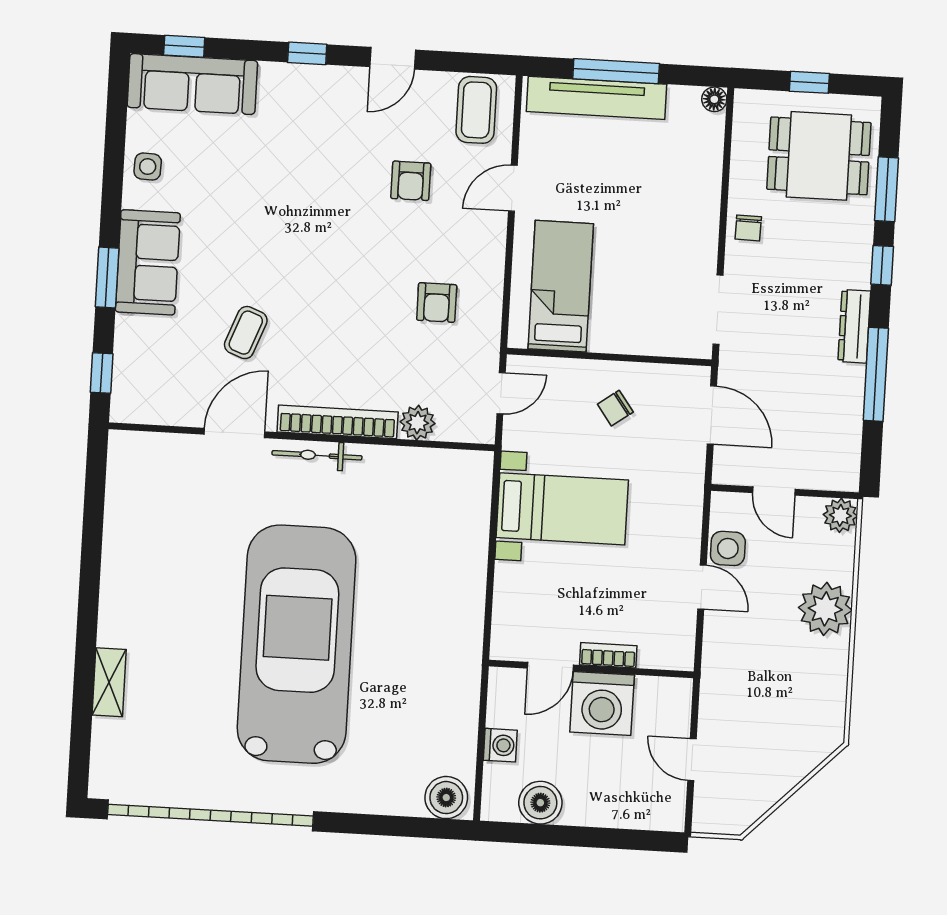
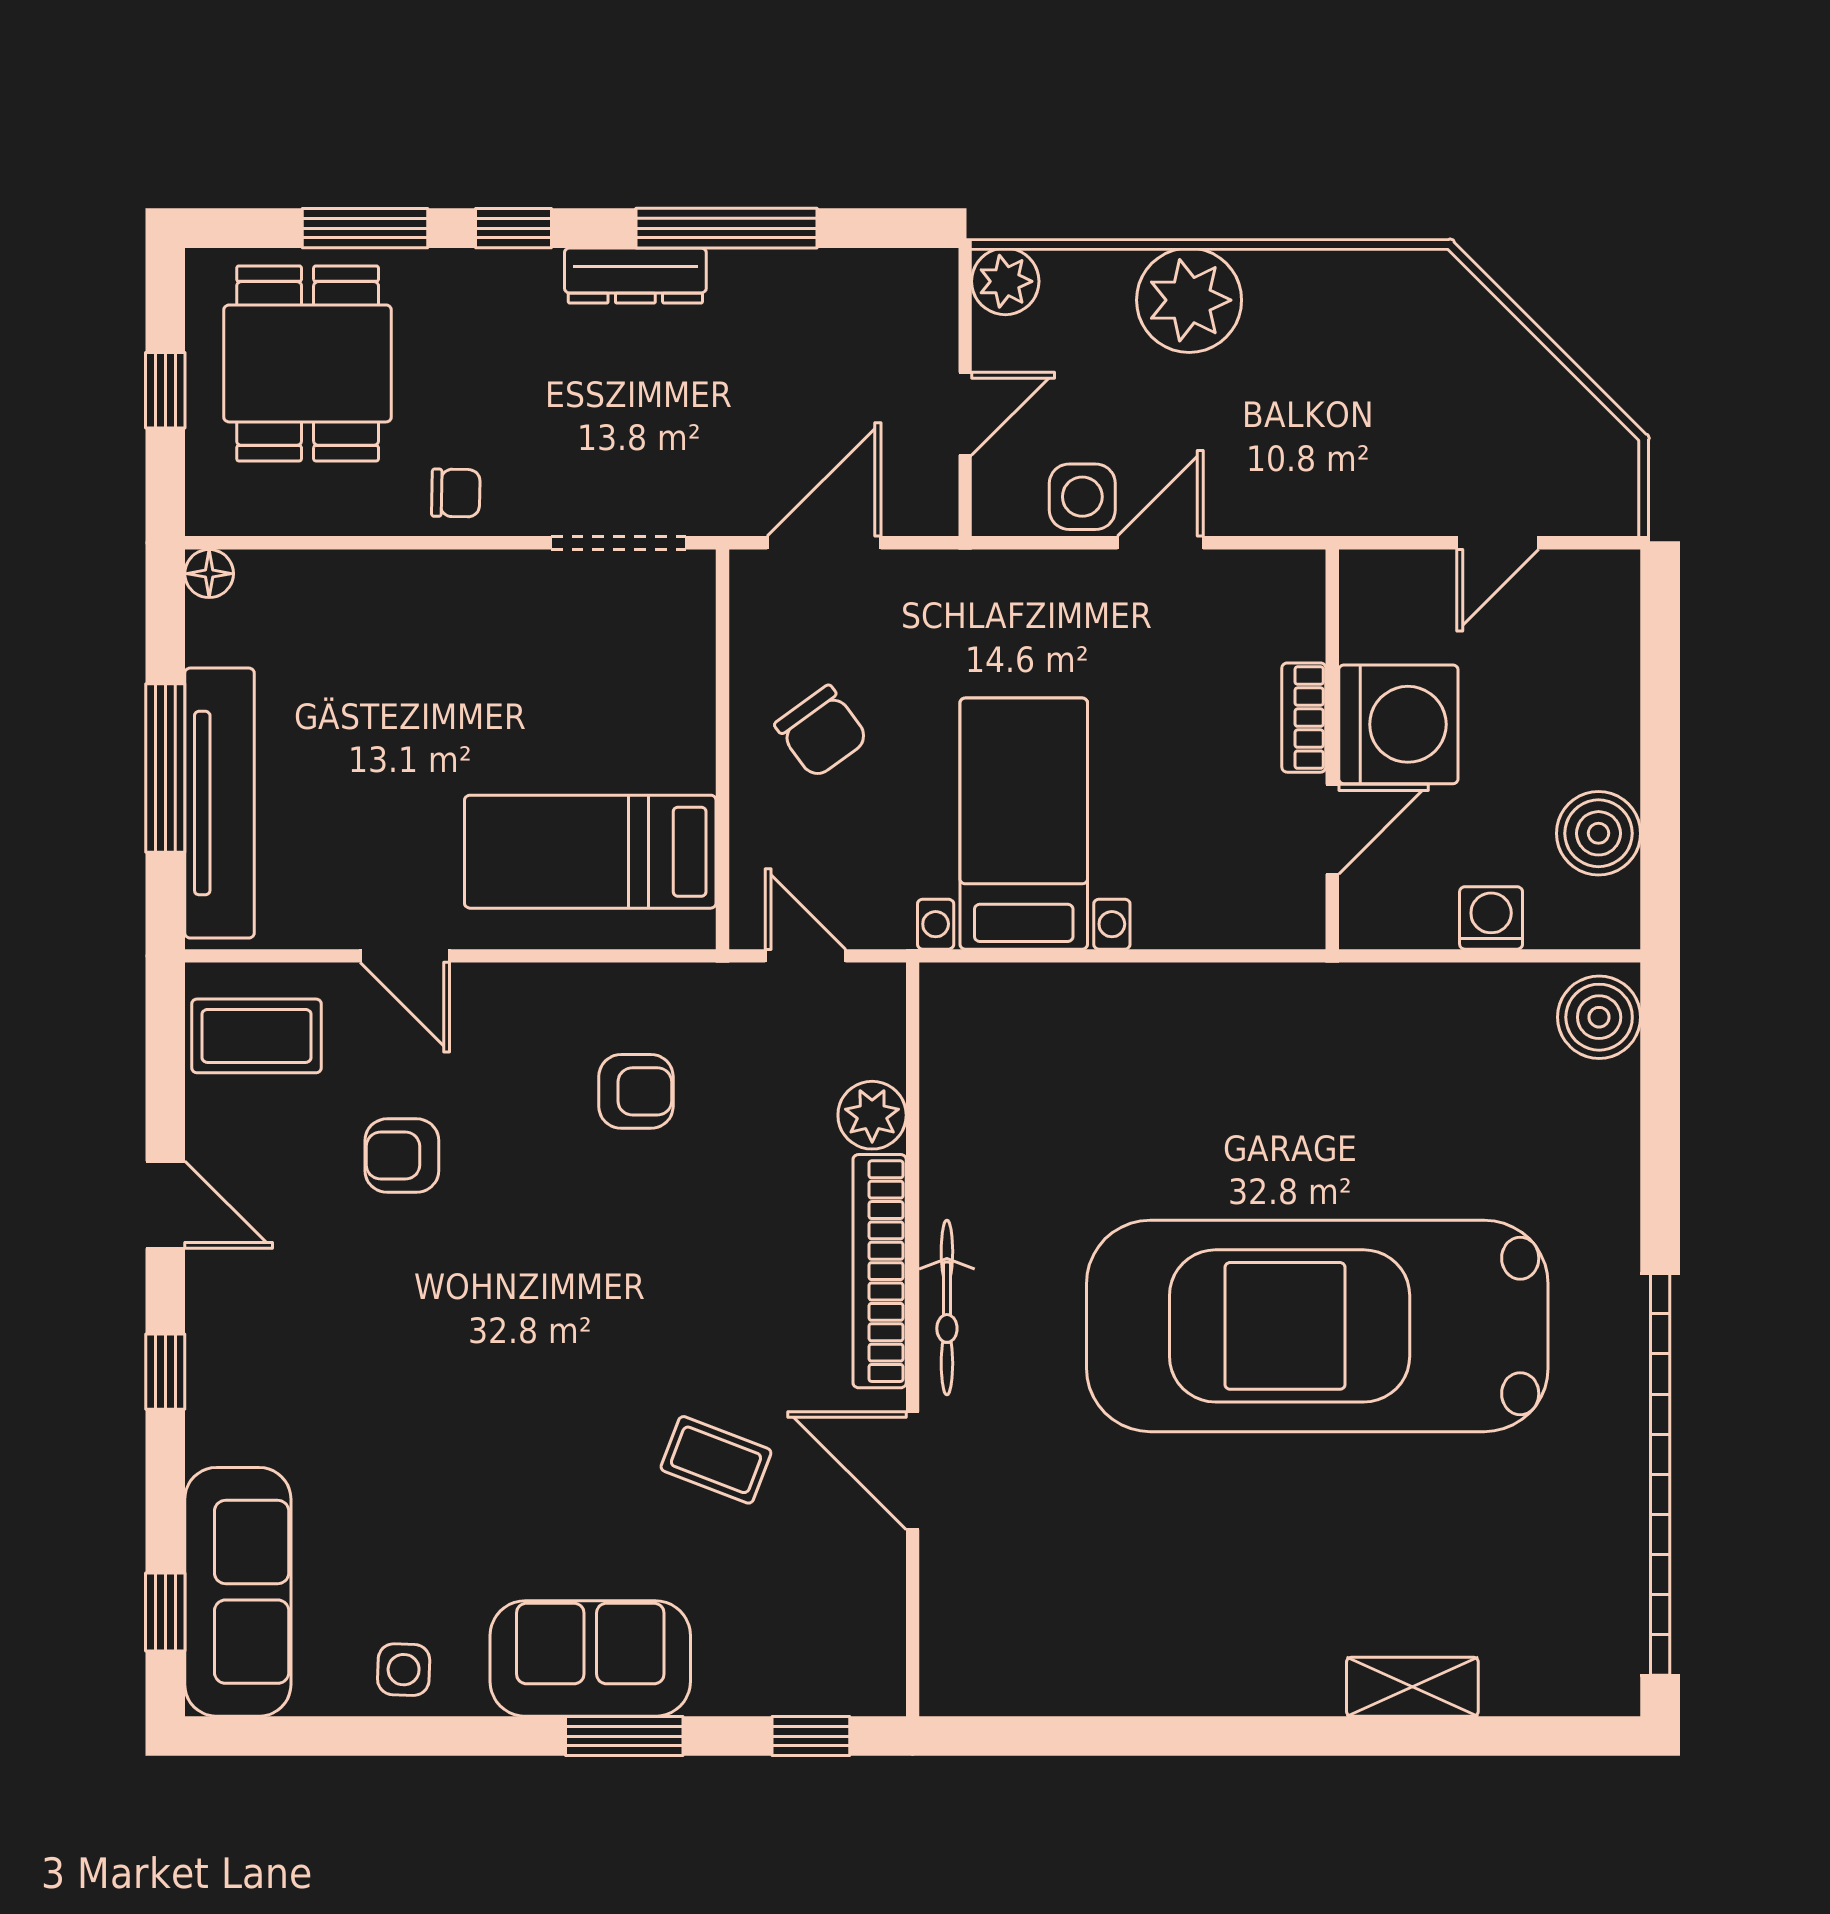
armchair: (411, 181) -> (402, 1156), turned 180
chair: (615, 408) -> (822, 732), width x1.37, depth x1.37
door: (550, 667) -> (1332, 829), hinge flipped

